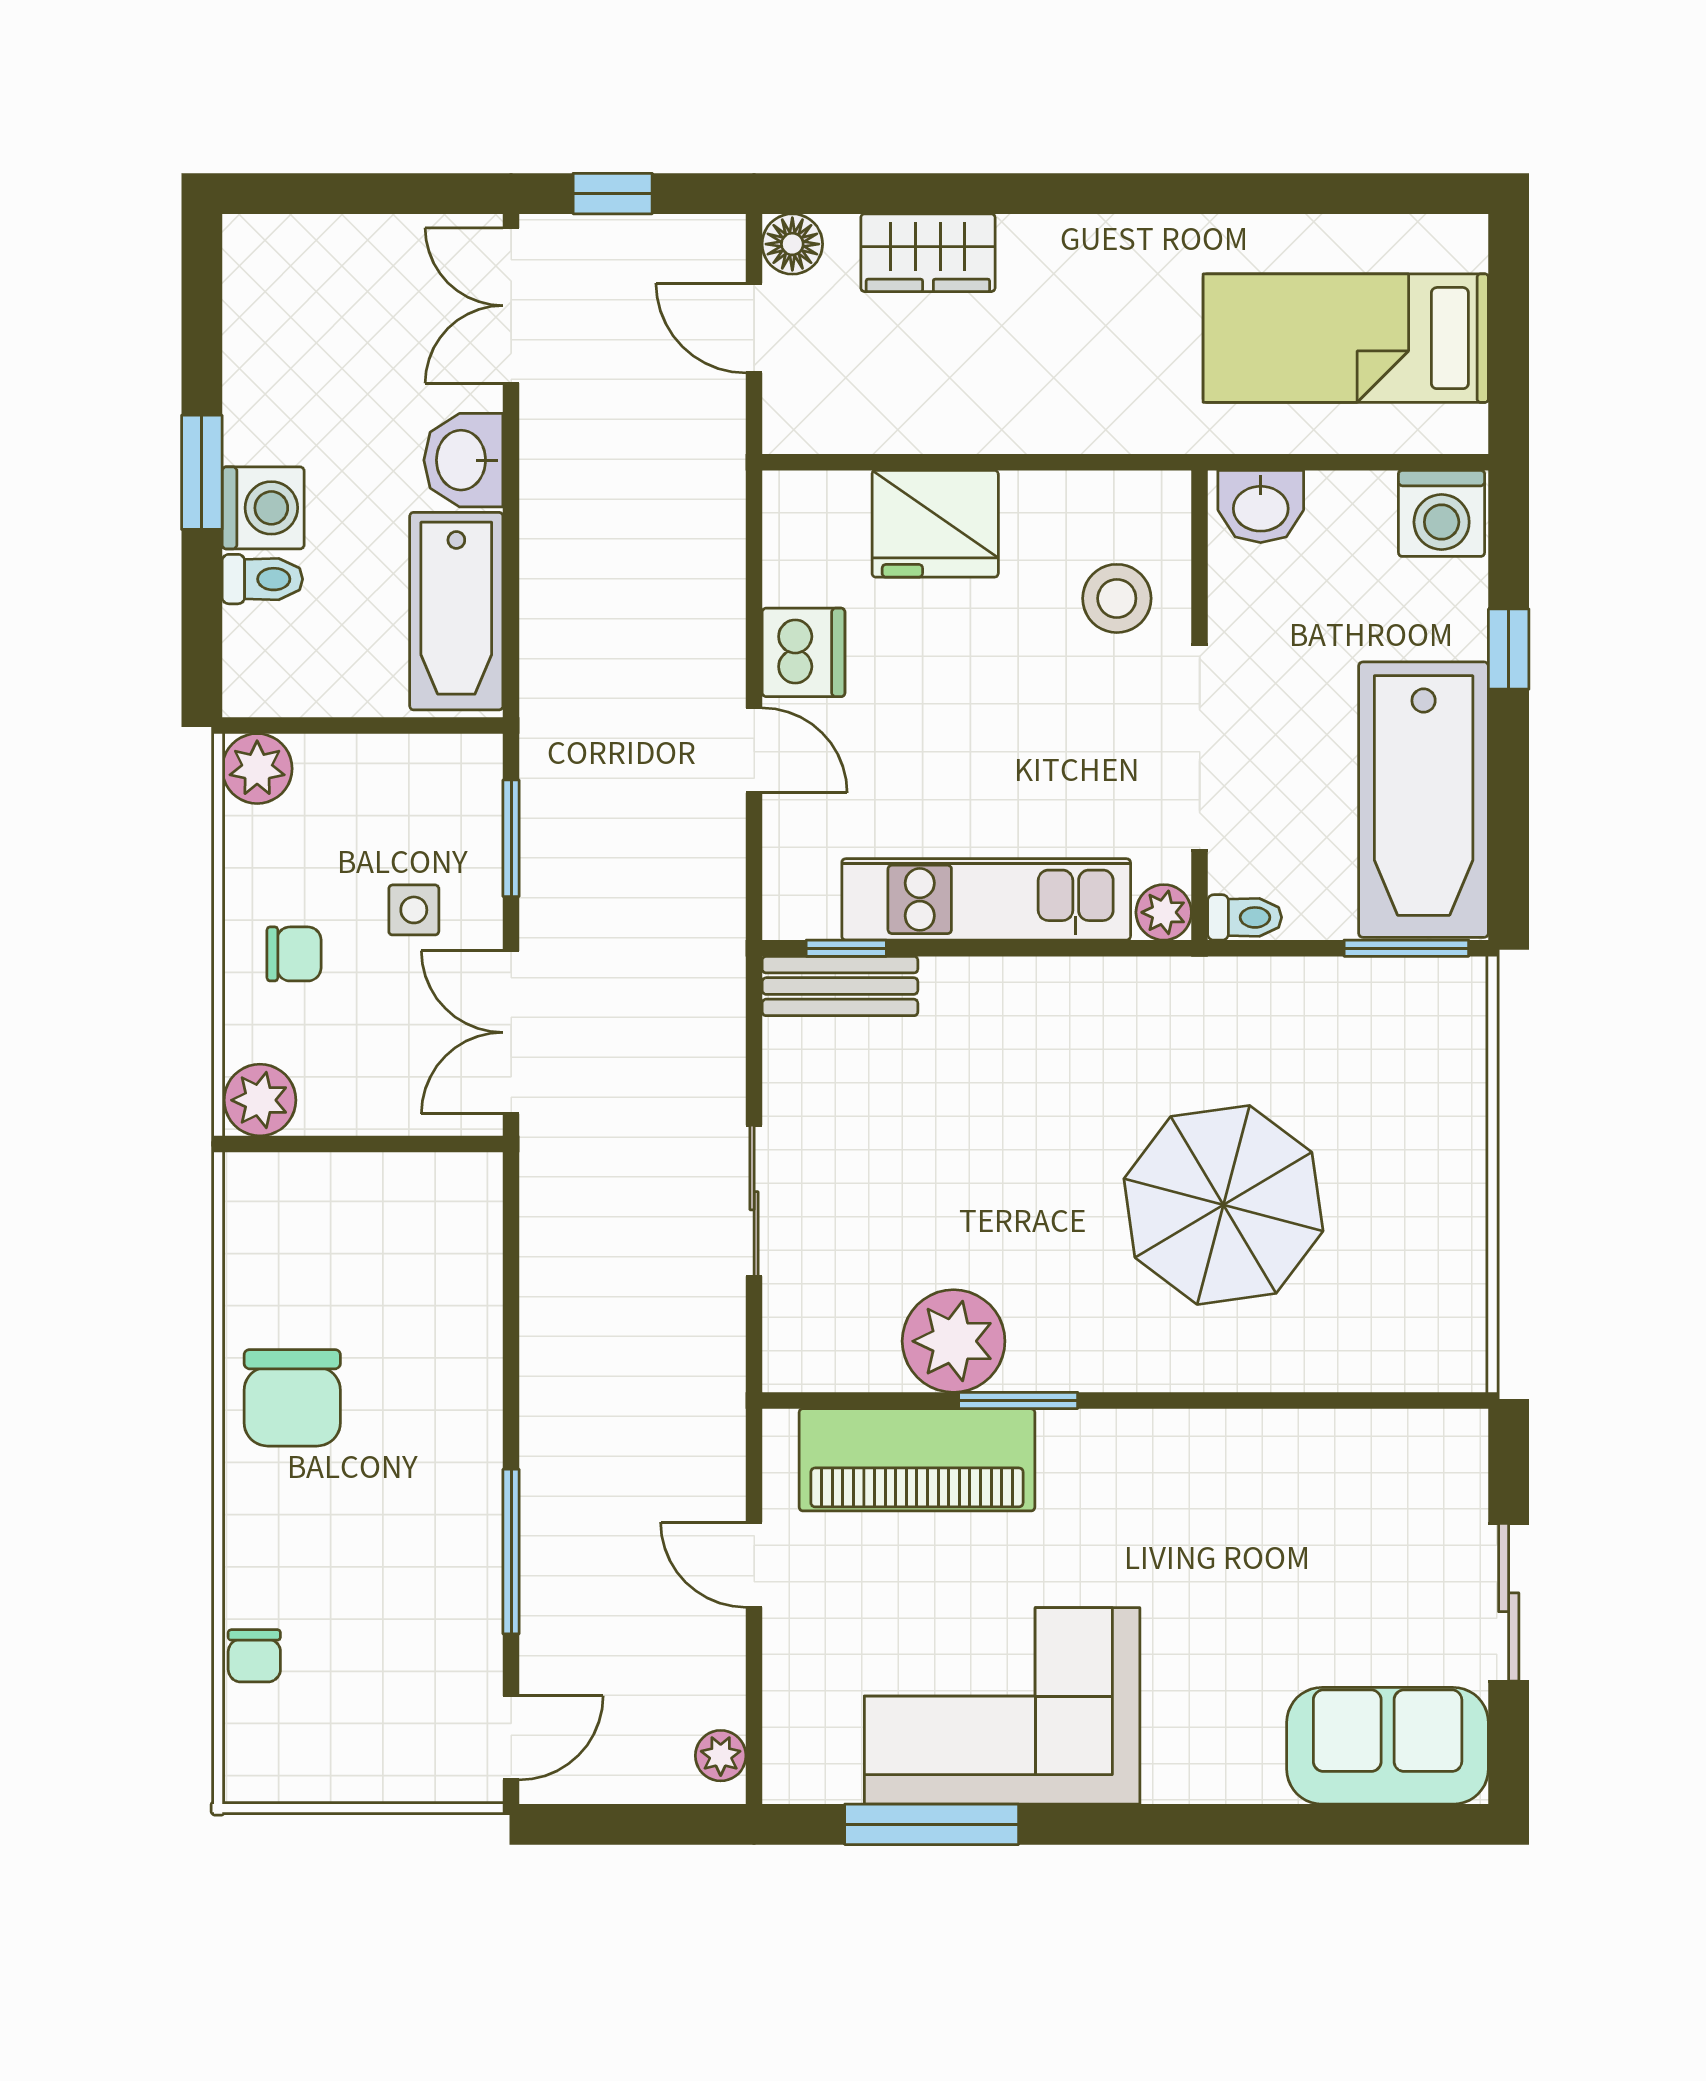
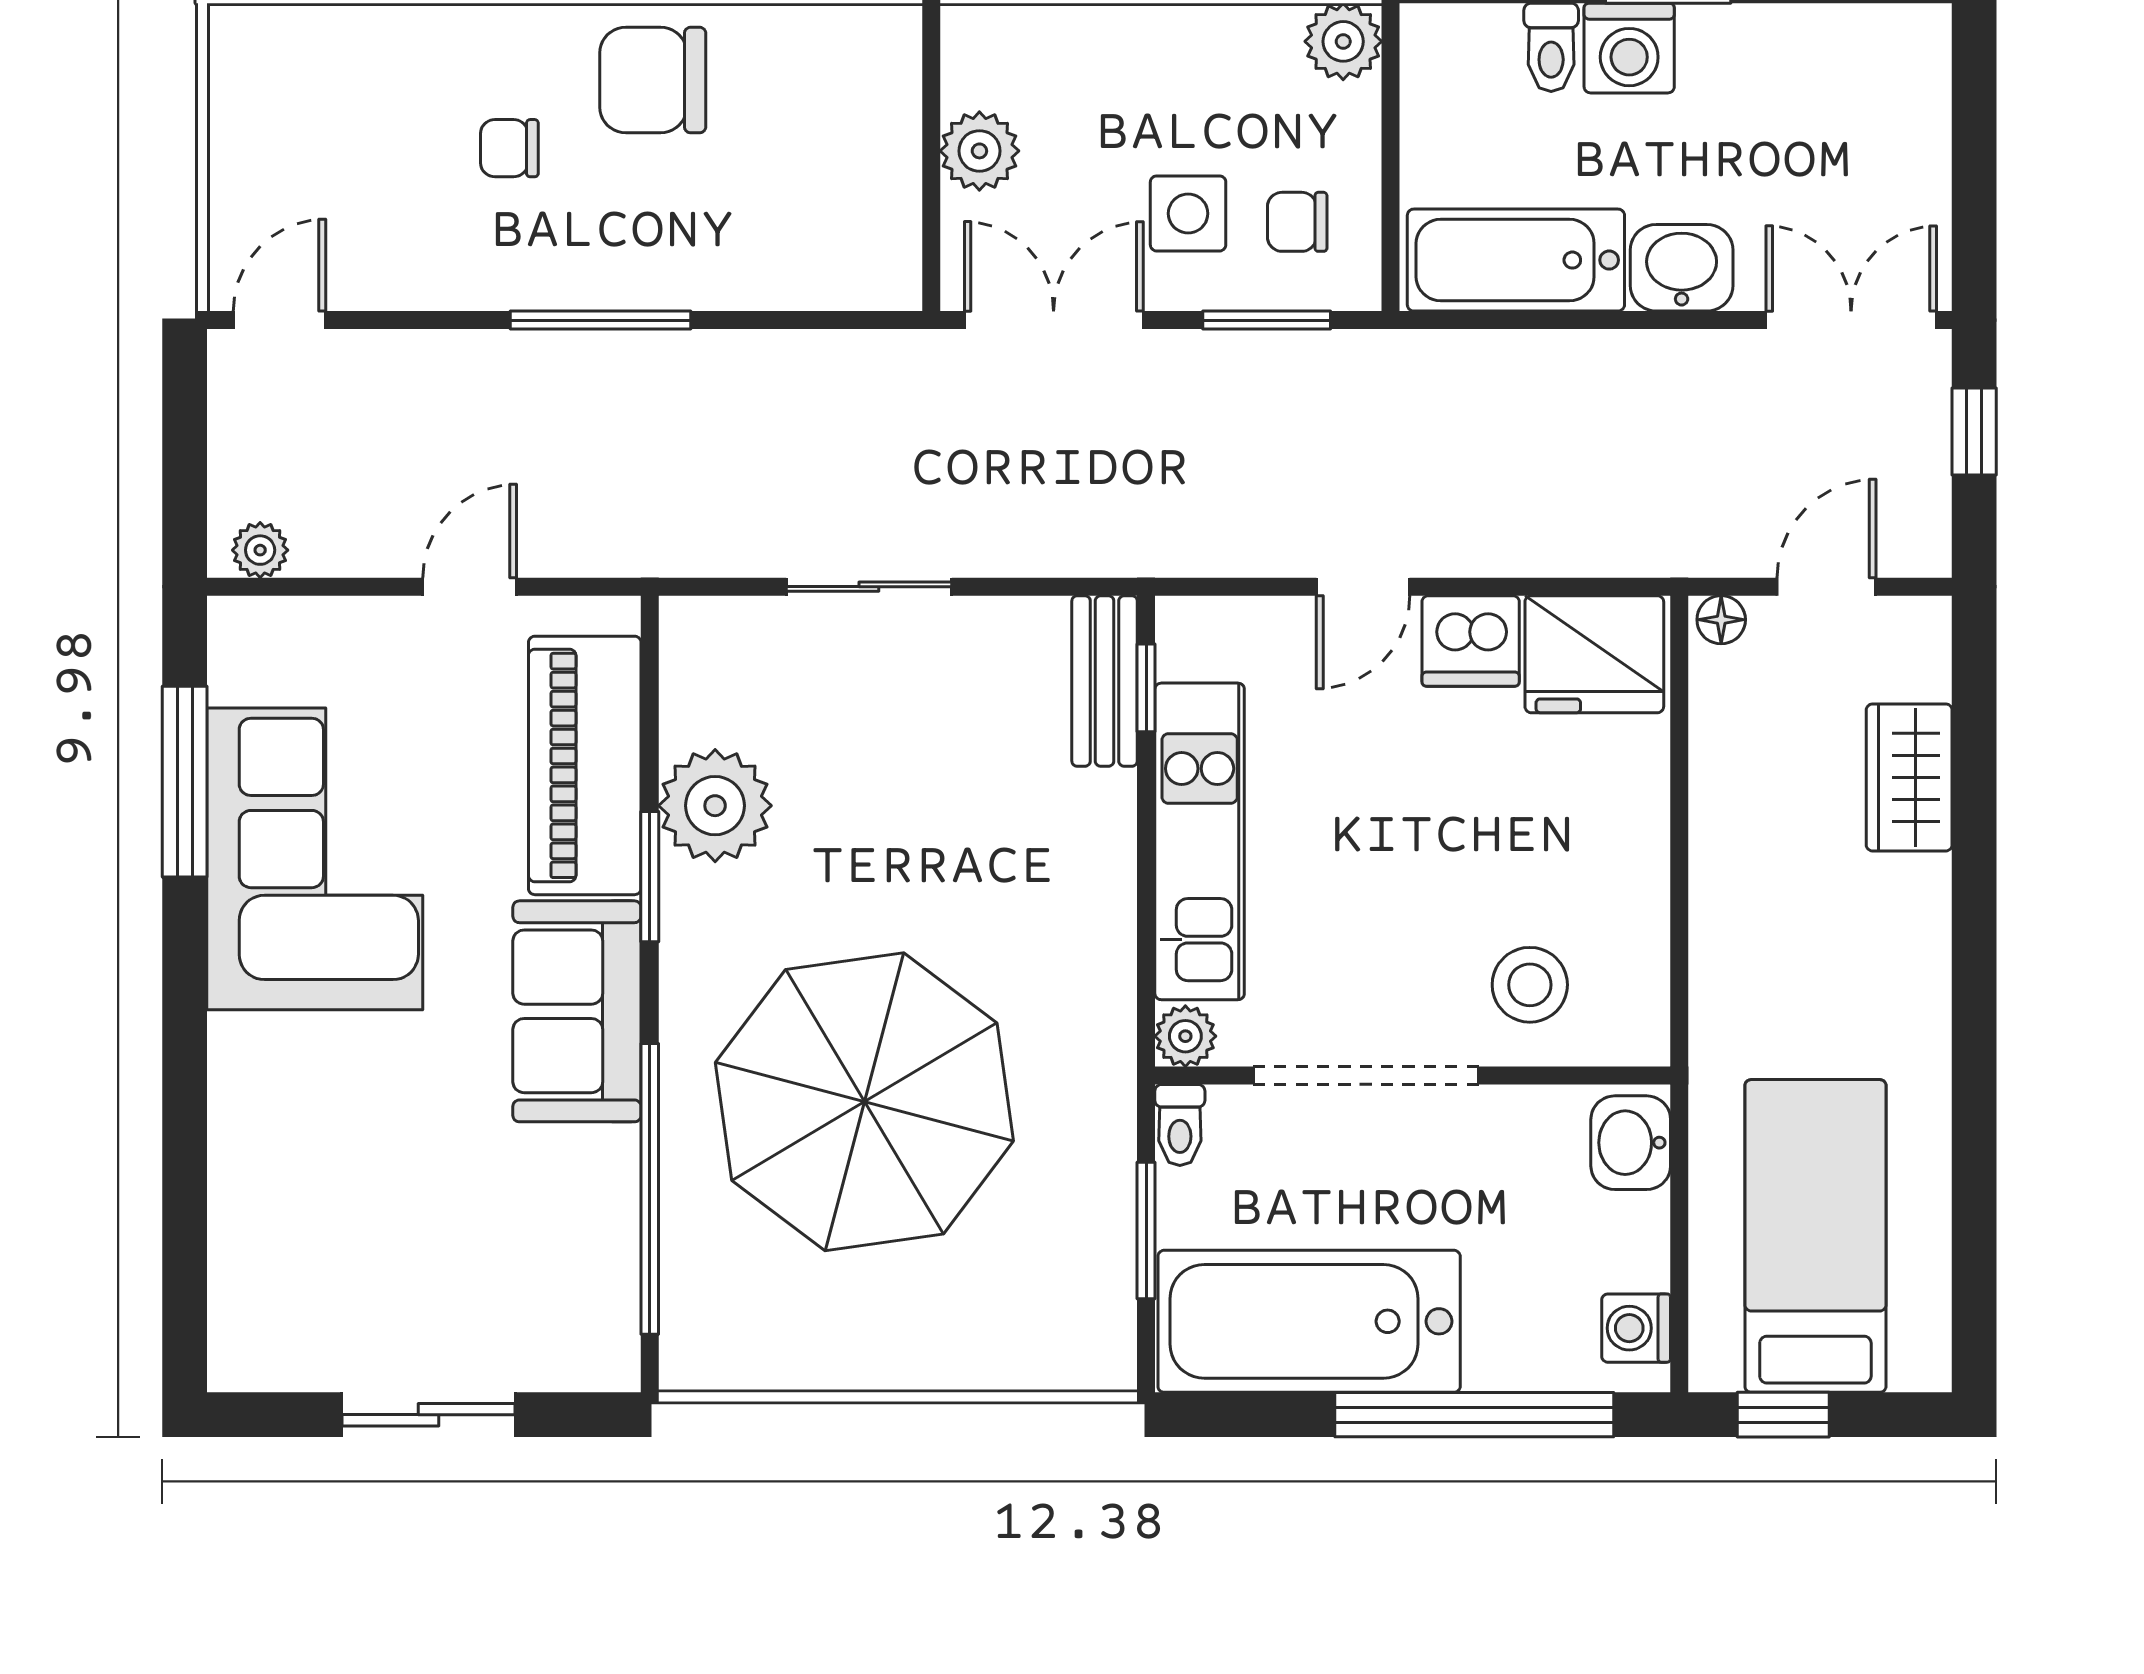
floor lamp: (792, 244) -> (1721, 620), moved, width x0.73, depth x0.73
window: (1509, 367) -> (1783, 1415), added
washing machine: (1442, 513) -> (1636, 1328), width x0.73, depth x0.73
fridge: (935, 524) -> (1594, 654), moved, turned -90
window: (1509, 649) -> (1474, 1415), width x3.17
side table: (414, 910) -> (1188, 213), width x1.37, depth x1.37
window: (1406, 948) -> (1146, 1230), moved
chair: (294, 954) -> (1297, 222), moved, turned 90
plant: (260, 1100) -> (979, 151), moved
parasol: (1223, 1205) -> (864, 1102), width x1.36, depth x1.36
window: (1303, 1400) -> (650, 1189), added
window: (511, 1552) -> (600, 320), moved
chair: (254, 1656) -> (509, 148), moved
door: (511, 1738) -> (280, 320), swing flipped
sofa: (1388, 1746) -> (577, 1011), moved, turned 180

